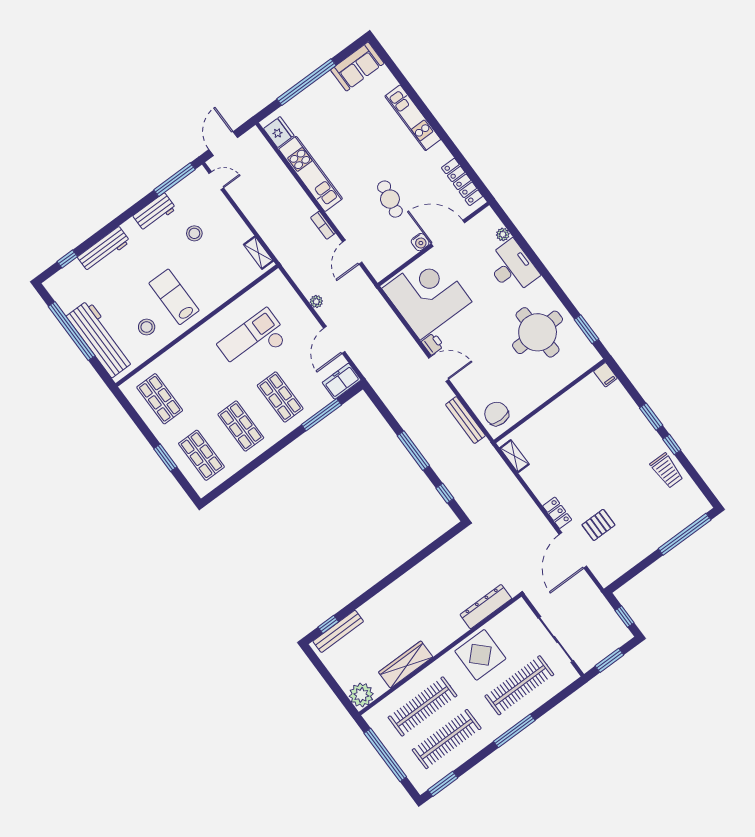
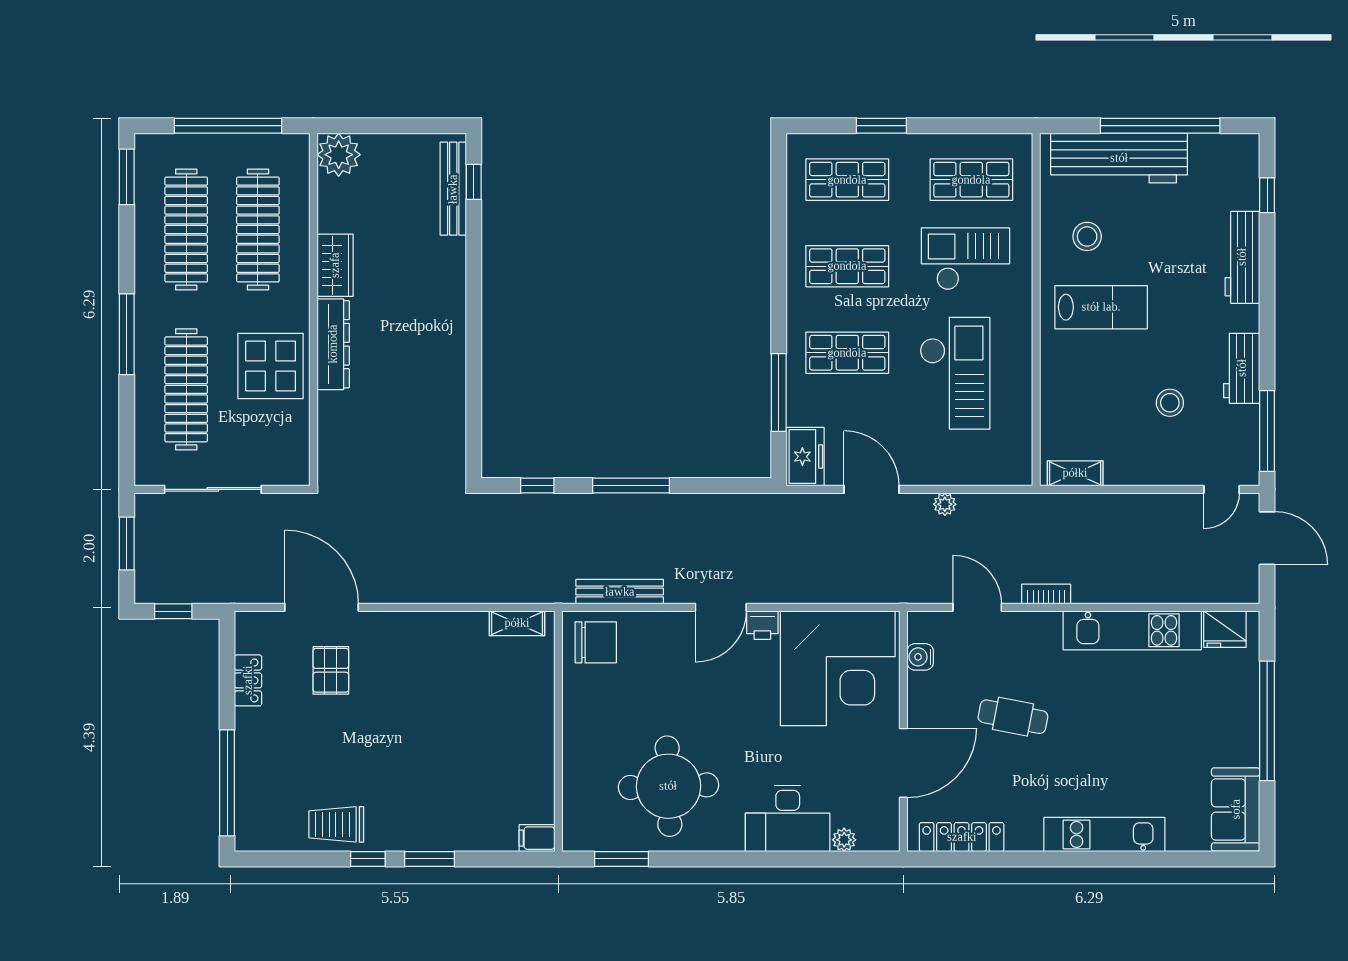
water cooler: (420, 242) -> (920, 657), moved
checkout: (198, 375) -> (965, 259), added
locker: (557, 513) -> (248, 680), moved, turned -90
dresser: (486, 607) -> (333, 344), moved
wardrobe: (406, 665) -> (335, 265), width x0.67

